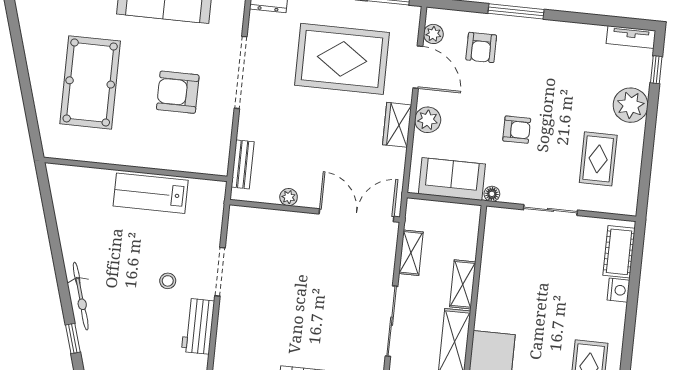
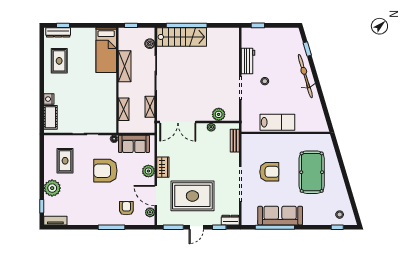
armchair: (517, 130) -> (105, 171), width x1.88, depth x1.88
plant: (270, 222) -> (219, 114), added
shelving: (463, 284) -> (124, 109), moved
bicycle: (81, 296) -> (305, 76), width x1.37, depth x1.40

